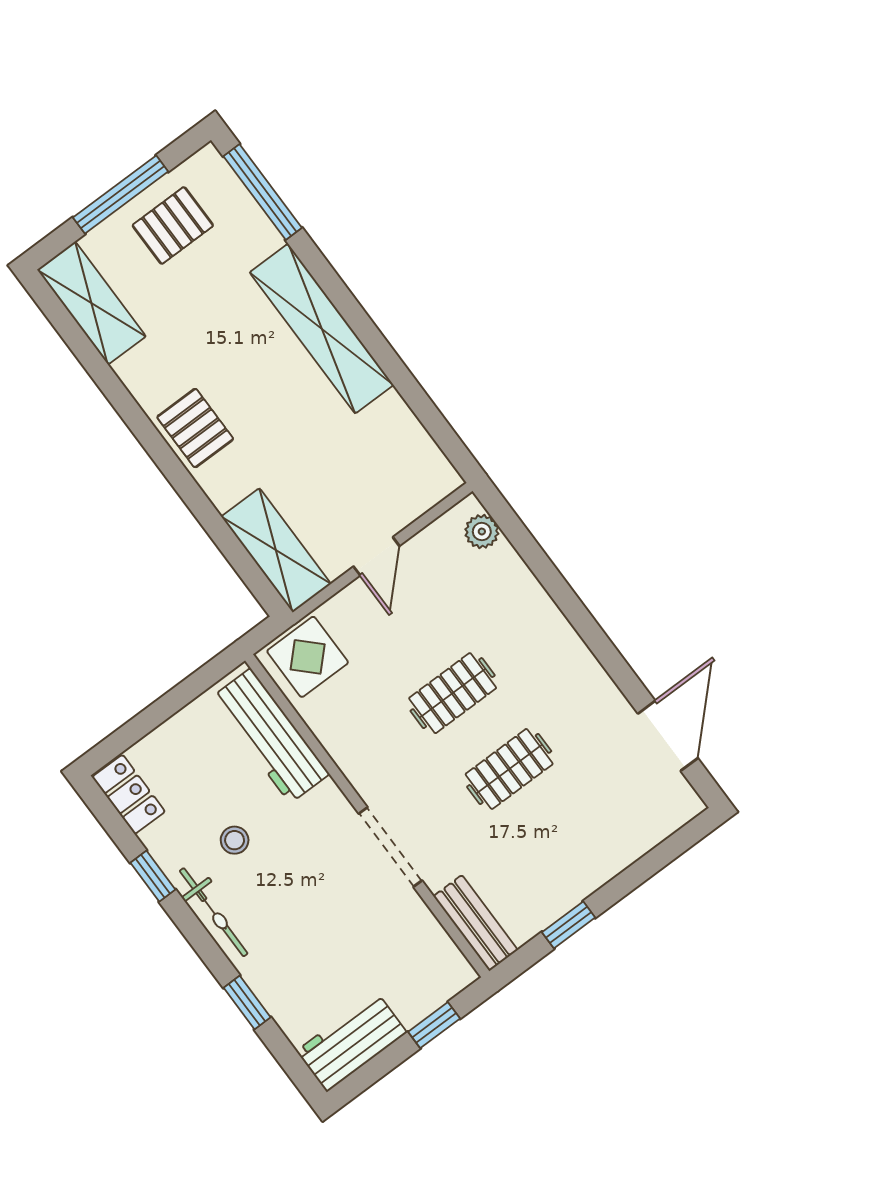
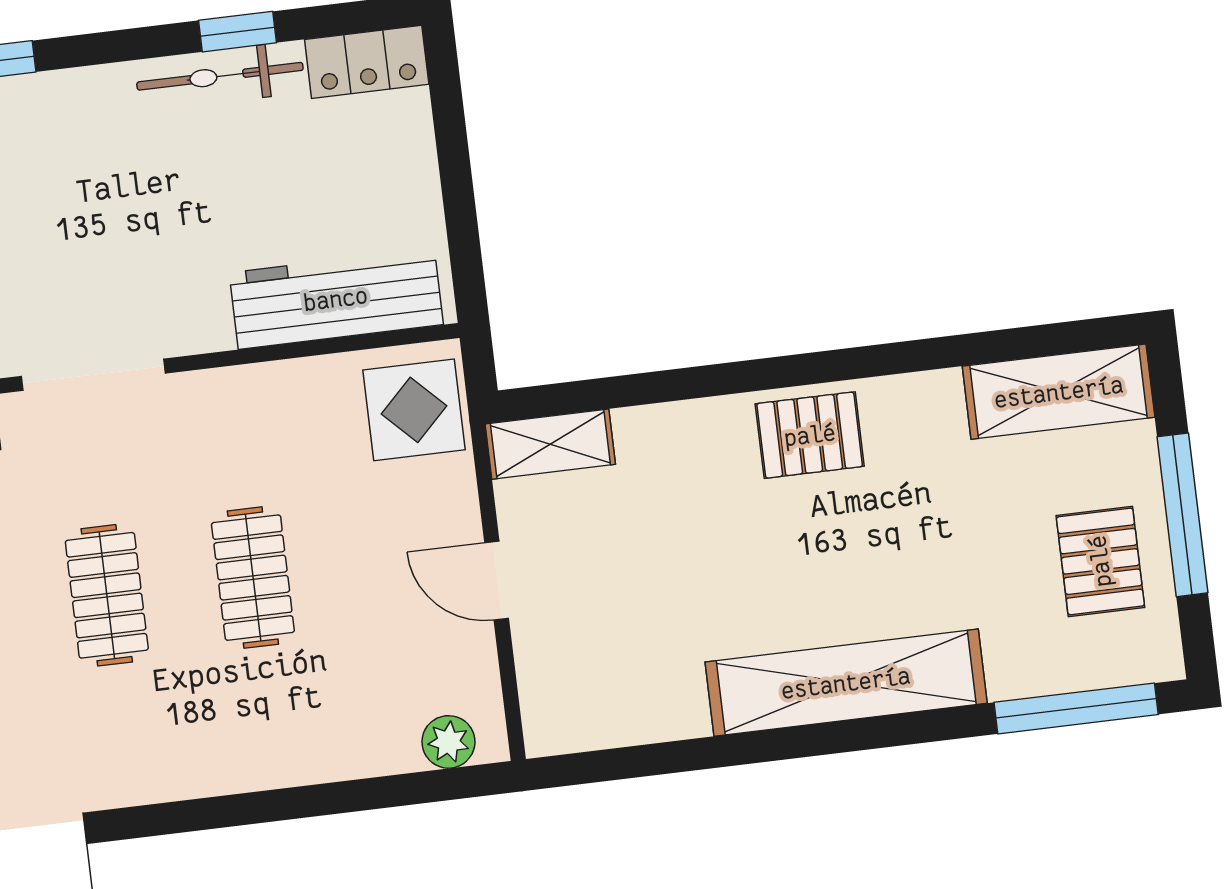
shelving: (276, 550) -> (550, 444), width x0.67, depth x0.75
stool: (235, 840) -> (223, 170), removed
bicycle: (214, 912) -> (220, 76), moved

